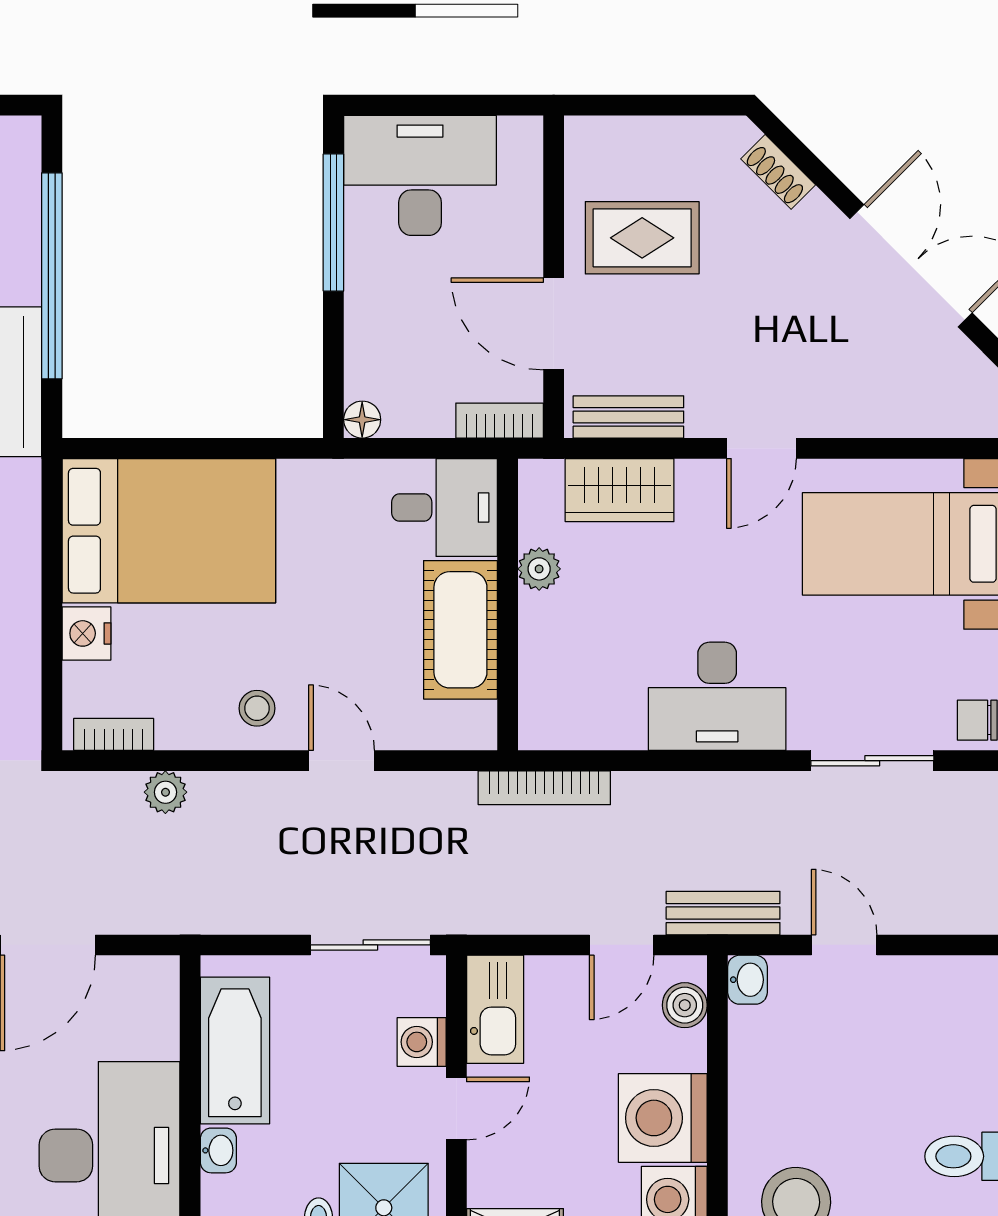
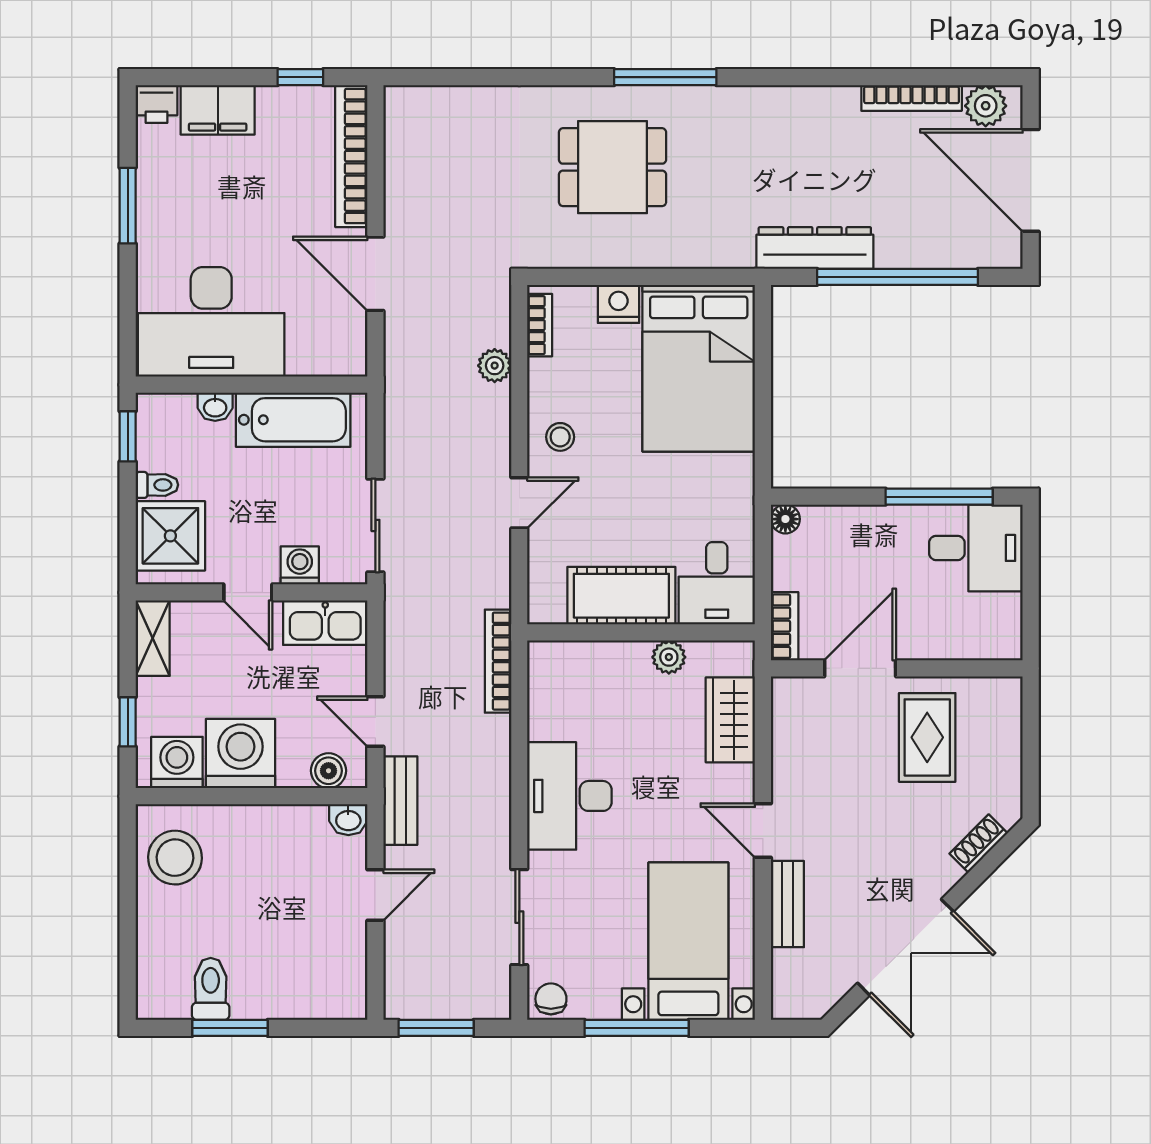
desk: (420, 175) -> (976, 548), width x0.73
bench: (628, 417) -> (787, 904), moved

